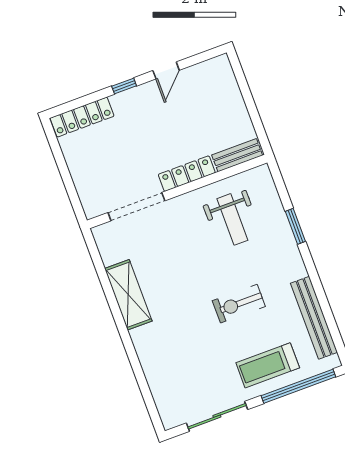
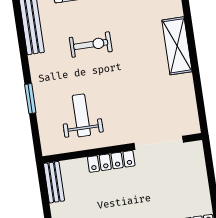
bench: (237, 155) -> (54, 182), moved, turned 90
shelving: (128, 295) -> (177, 46), moved

